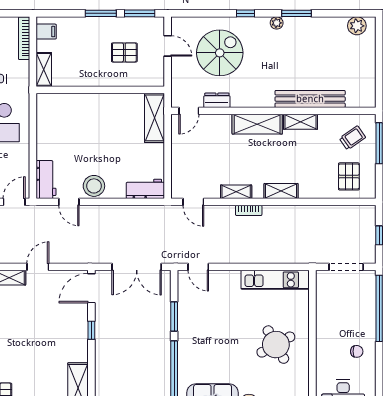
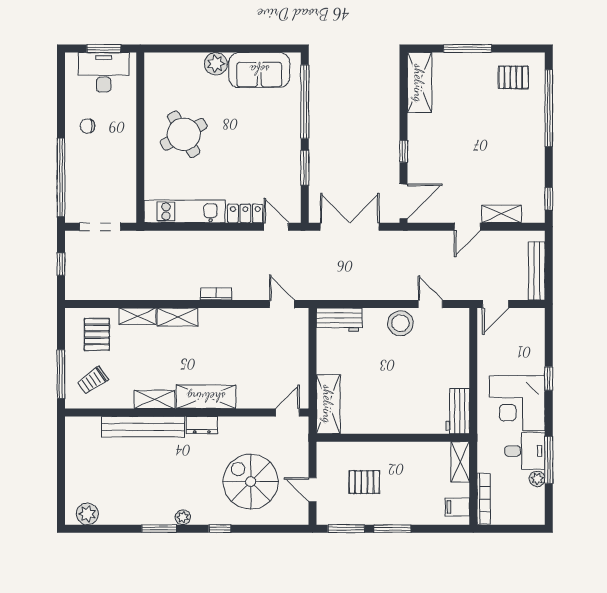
spiral stairs: (220, 53) -> (251, 482), turned 90
dresser: (217, 100) -> (202, 425), moved
workbench: (46, 180) -> (458, 411), moved
shelving: (236, 192) -> (138, 316), moved
locker: (224, 278) -> (245, 213), added

